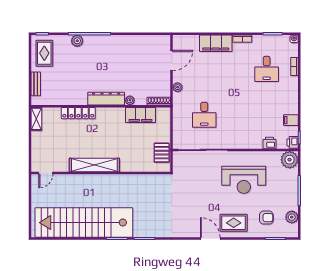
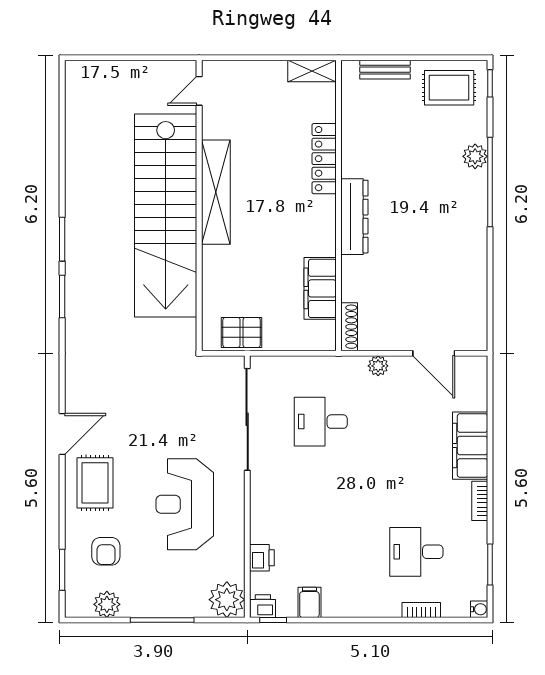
plant: (130, 100) -> (351, 266), removed
door: (46, 173) -> (199, 91), hinge flipped
stairs: (84, 223) -> (166, 216), moved, turned 180

